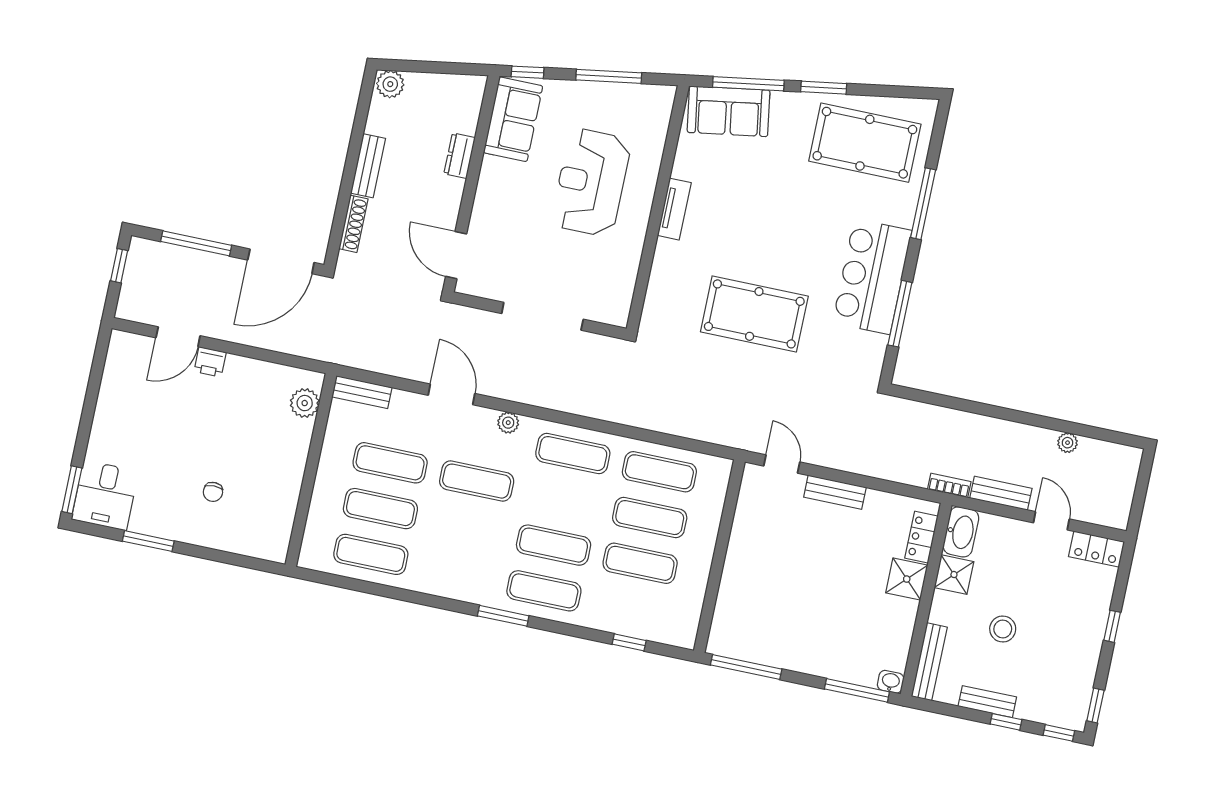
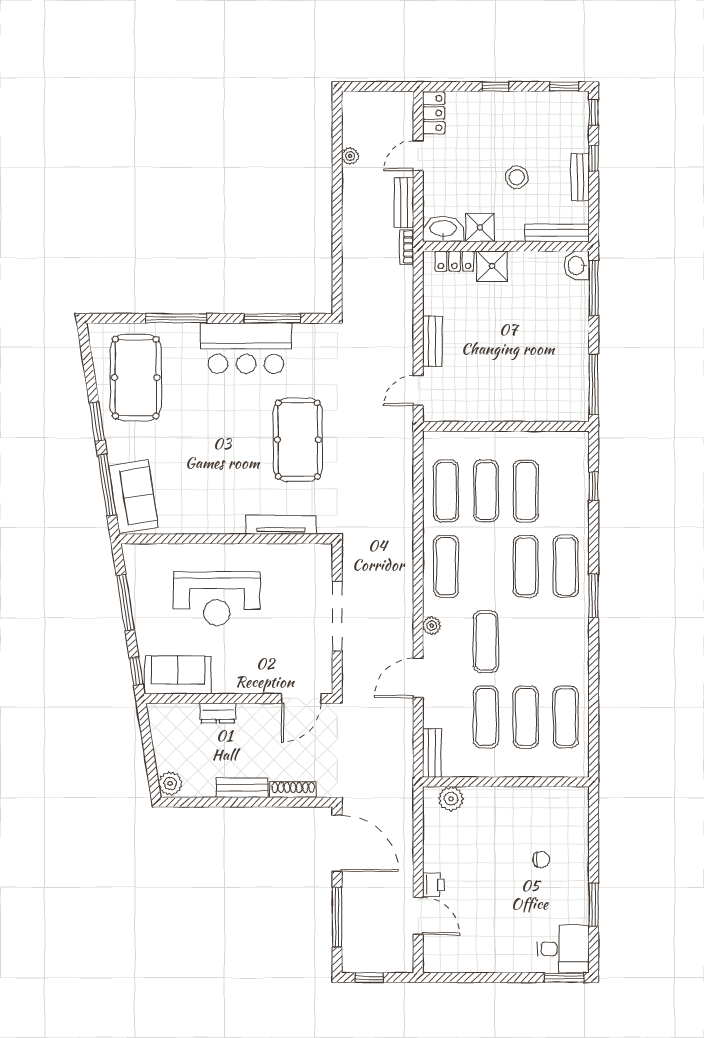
tv unit: (674, 209) -> (281, 525), moved, width x1.41
washbasin: (891, 682) -> (577, 266), width x1.38, depth x1.45

